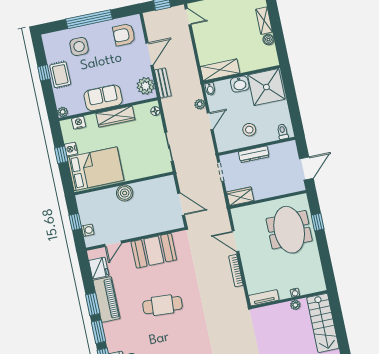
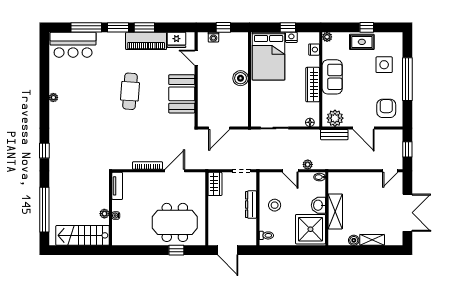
shelving: (220, 70) -> (335, 211), moved

